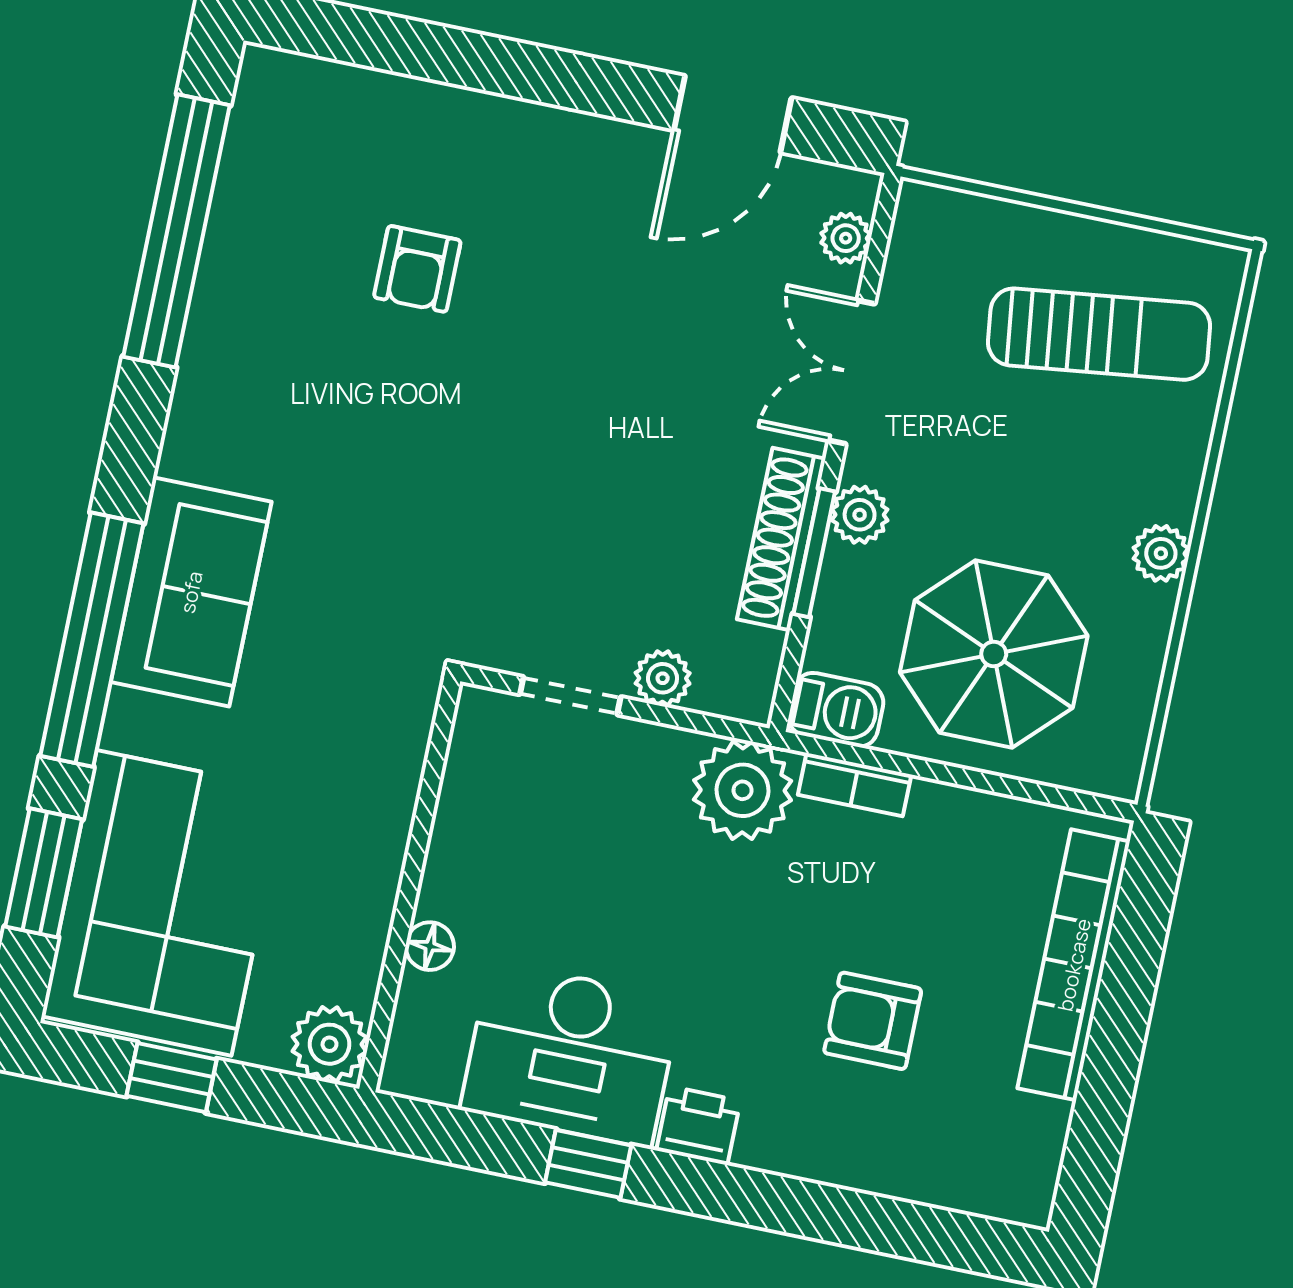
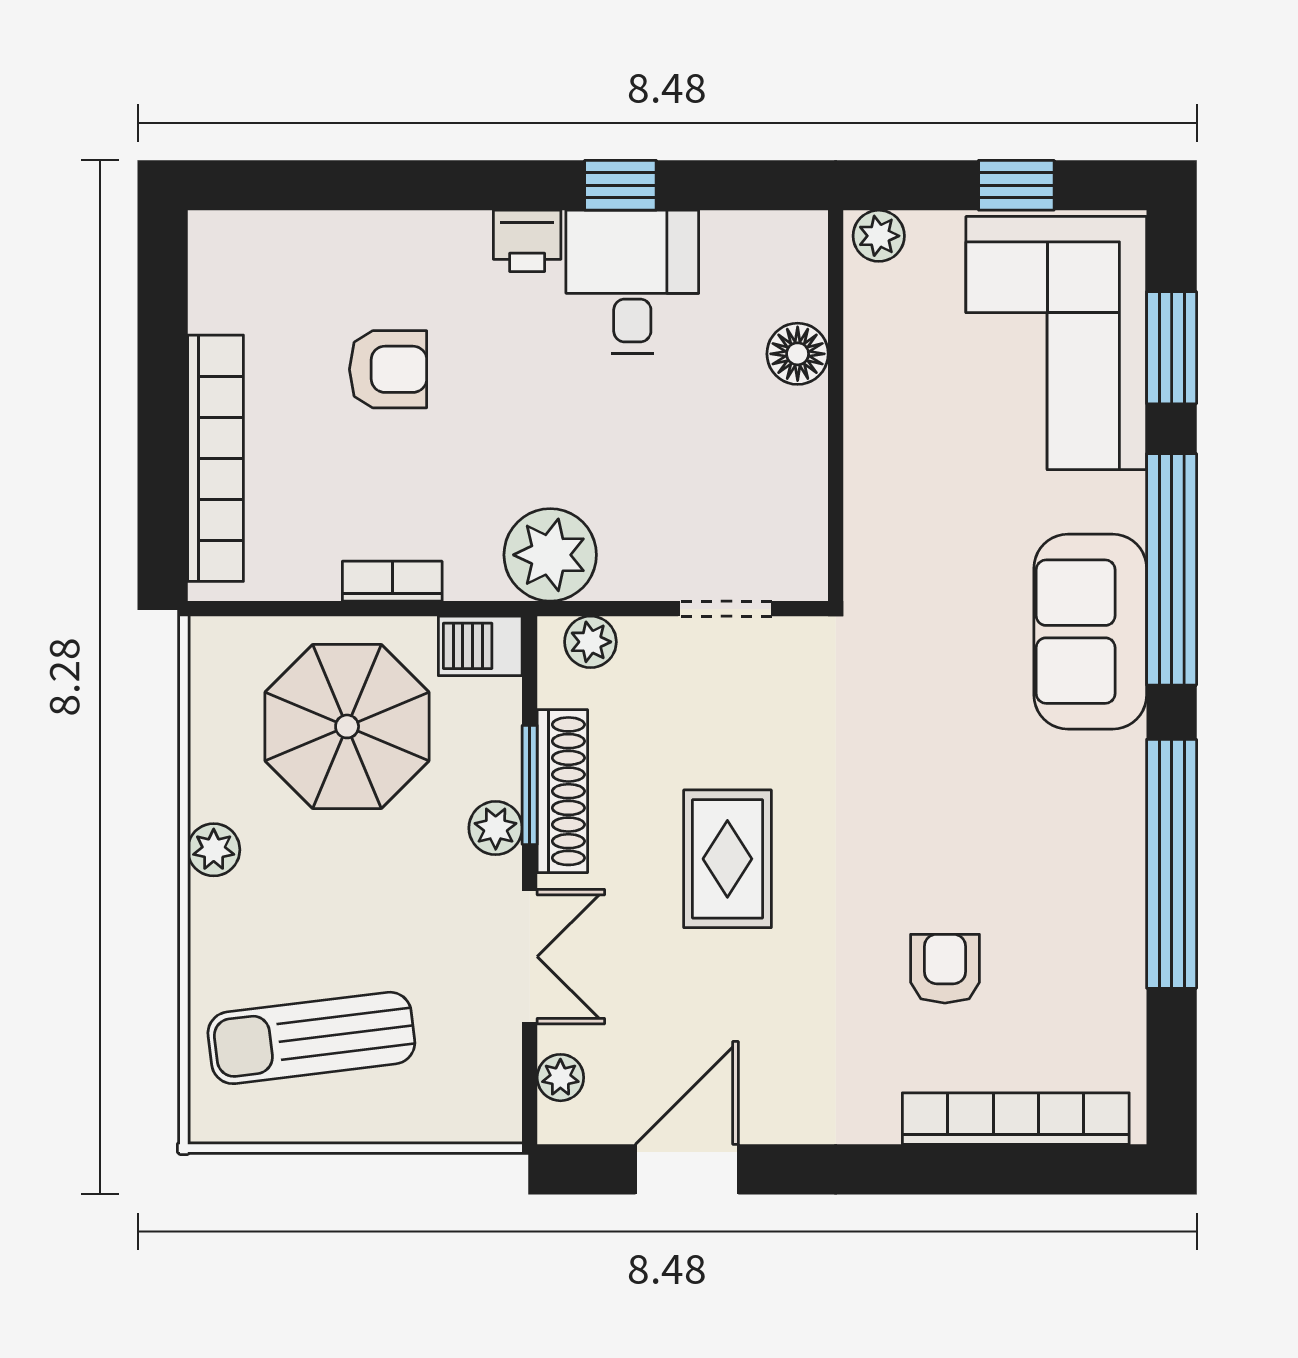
bookcase: (376, 96) -> (1016, 1119), added
window: (177, 231) -> (1172, 864), moved
rug: (622, 432) -> (727, 859), added
plant: (663, 678) -> (590, 642), moved
bookcase: (855, 785) -> (392, 581), moved
floor lamp: (430, 946) -> (798, 354), width x1.37, depth x1.37
plant: (330, 1044) -> (879, 236), width x0.73, depth x0.73
desk: (571, 1054) -> (632, 282), width x0.73

